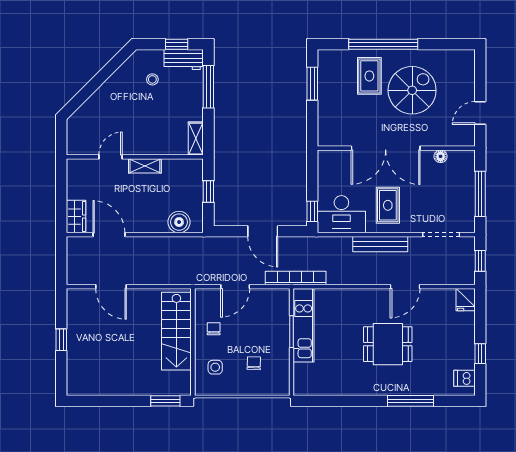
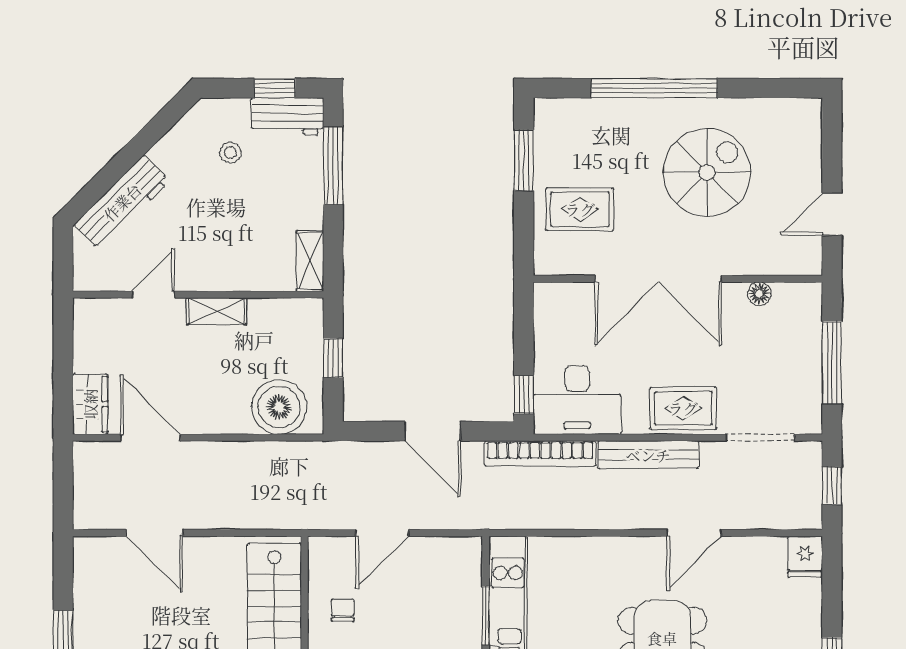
rug: (369, 76) -> (580, 209), moved, turned 90
workbench: (93, 107) -> (122, 202), added
rug: (388, 205) -> (683, 408), moved, turned 90
boiler: (179, 222) -> (279, 407), width x1.37, depth x1.37
bookcase: (296, 278) -> (540, 453), moved, turned 180

